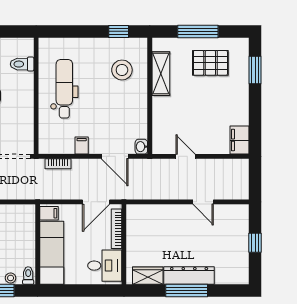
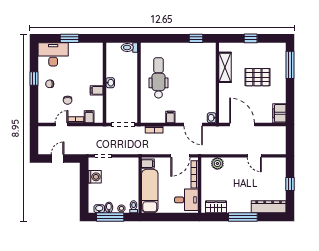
window: (198, 31) -> (251, 38), width x0.46
pallet: (210, 63) -> (257, 77), moved
toilet: (22, 64) -> (129, 47), moved
stool: (122, 70) -> (198, 65), removed
window: (255, 70) -> (290, 65), width x1.44
door: (186, 156) -> (242, 125), width x1.87
plant: (150, 213) -> (217, 163), added
dresser: (189, 276) -> (269, 207), moved

